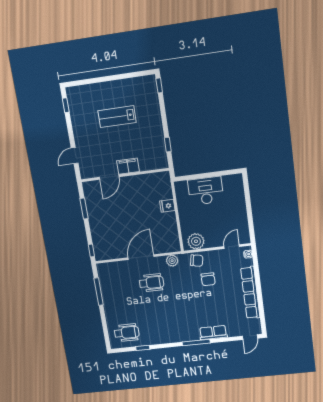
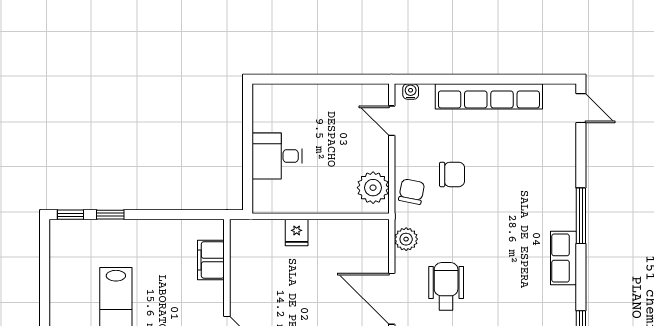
window: (168, 145) -> (110, 215), moved
filing cabinet: (128, 166) -> (211, 260), moved
desk: (206, 191) -> (277, 156), width x0.73
row of seats: (213, 333) -> (564, 258), moved

